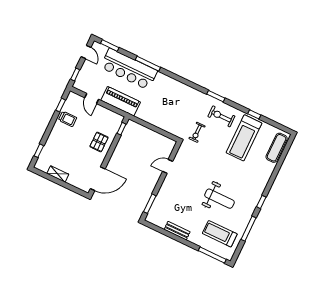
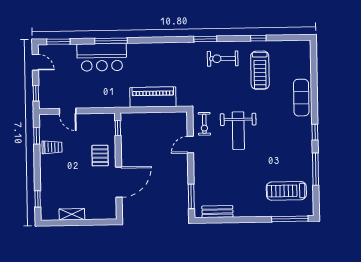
bar counter: (129, 69) -> (102, 57), width x0.73
piano: (121, 101) -> (153, 97), moved
exercise bike: (197, 132) -> (204, 124), moved
treadmill: (244, 138) -> (260, 70), width x0.73, depth x0.73
exercise mat: (277, 148) -> (301, 98), moved
door: (98, 179) -> (119, 182), moved
weight bench: (219, 199) -> (238, 131), moved, turned 90
bench: (177, 231) -> (217, 212), moved

